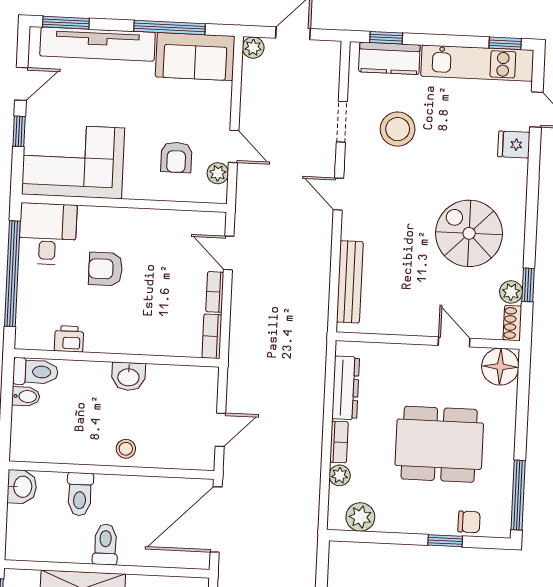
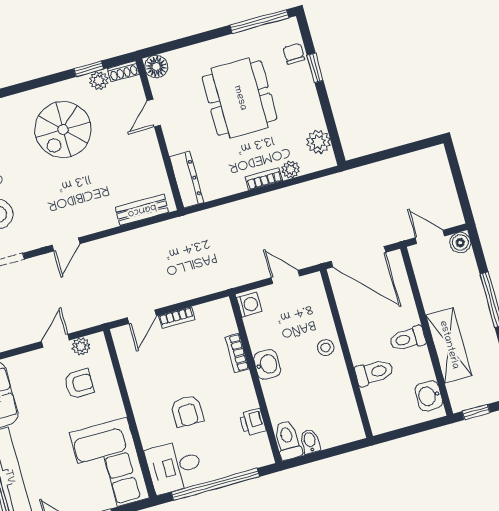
bench: (350, 282) -> (142, 210), width x0.73
bookcase: (212, 336) -> (237, 353), moved, turned 90
floor lamp: (500, 367) -> (156, 67), width x0.73, depth x0.73
washing machine: (203, 378) -> (249, 304), added
dresser: (346, 388) -> (187, 180), moved, turned 90
washbasin: (22, 487) -> (429, 396), moved, turned -90

